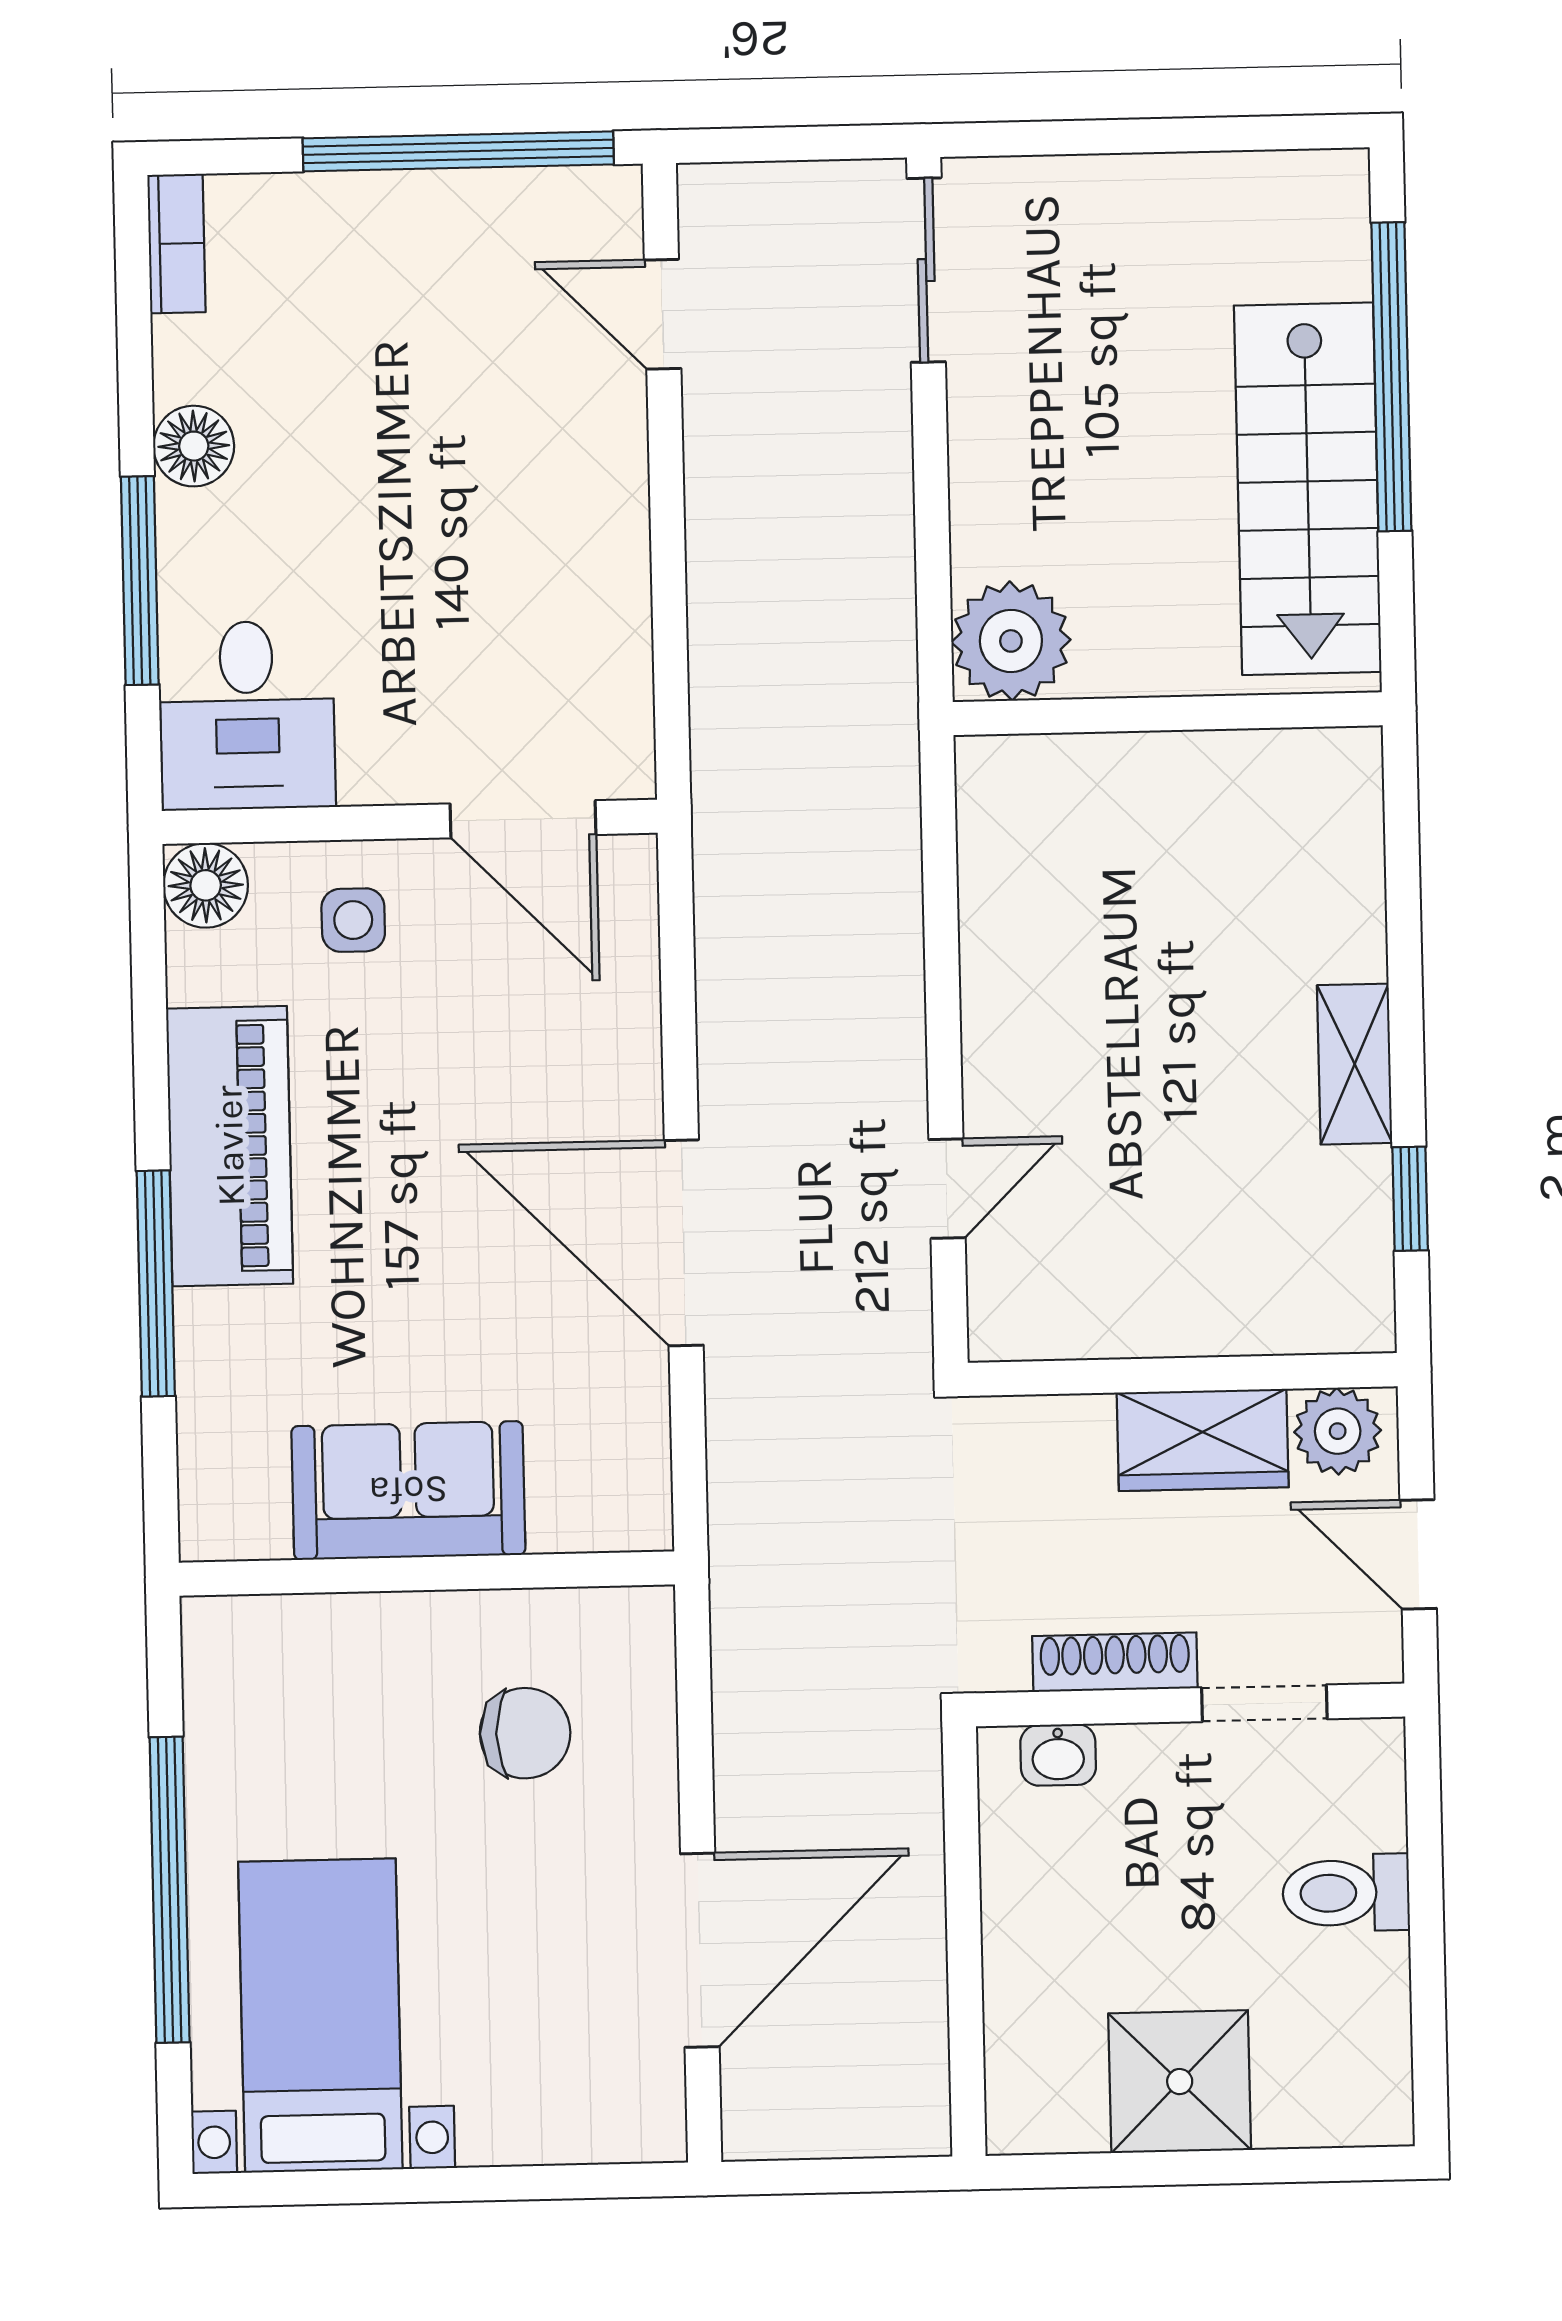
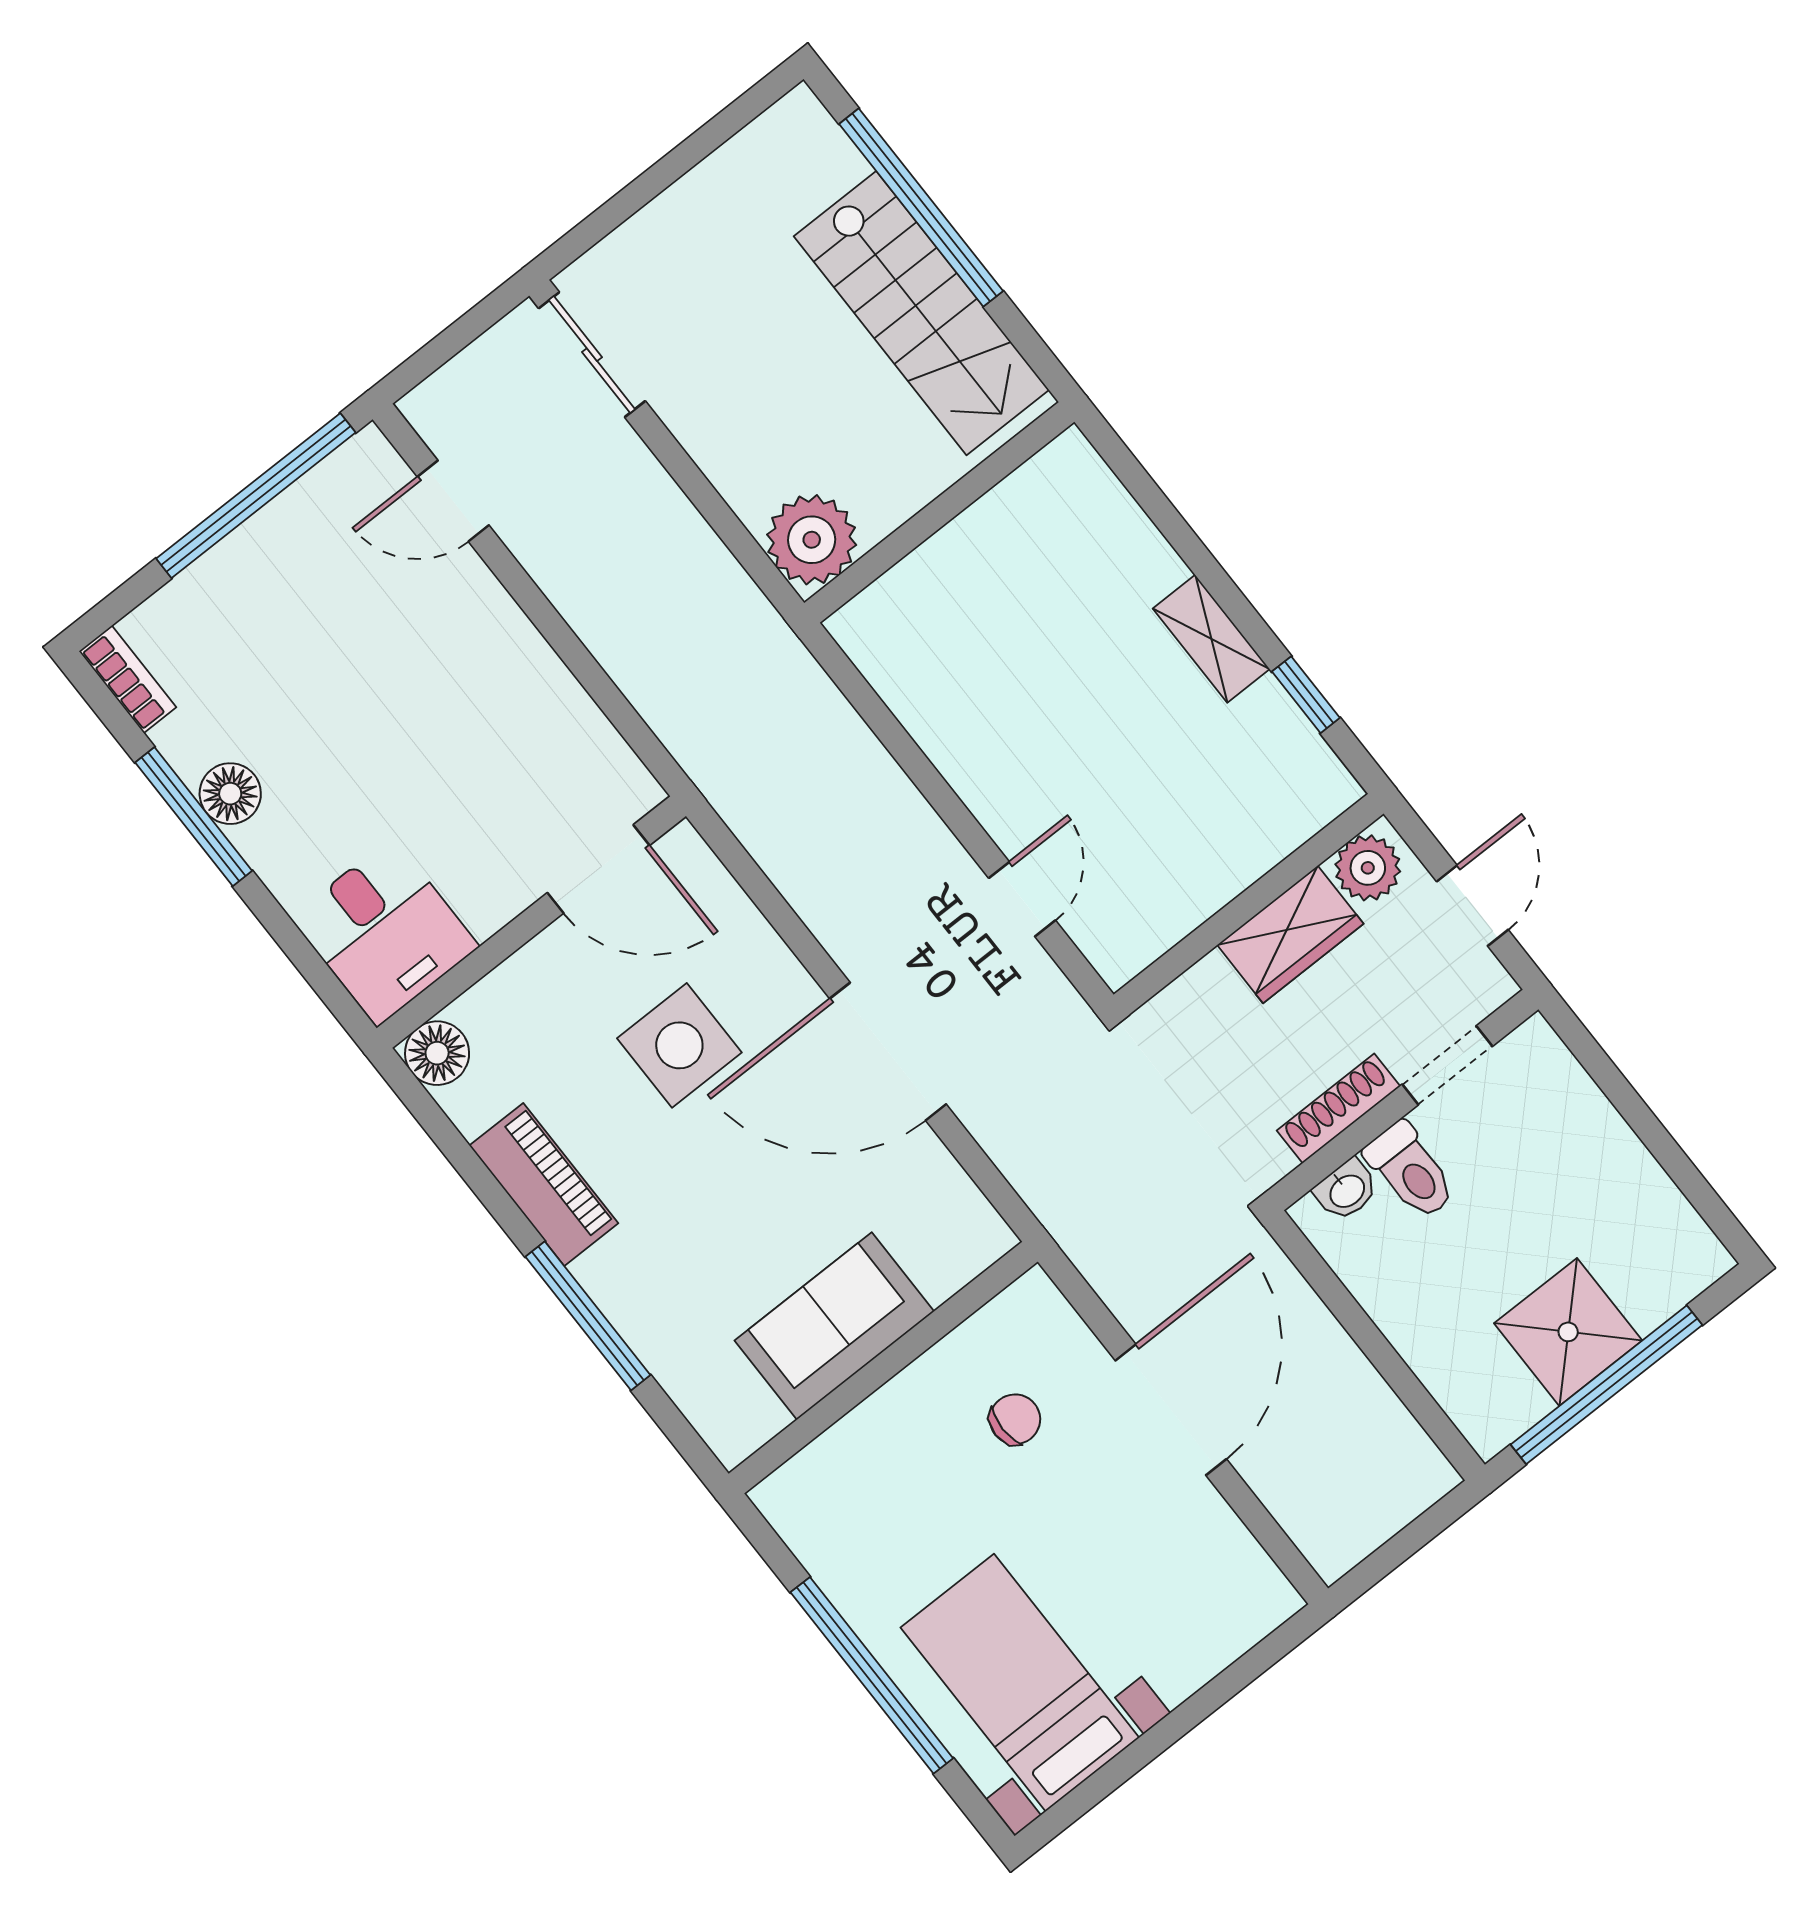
window: (140, 581) -> (194, 817), moved
side table: (353, 920) -> (679, 1045), moved, width x1.87, depth x1.87
piano: (230, 1146) -> (544, 1184), width x0.73, depth x0.75
door: (1418, 1554) -> (1472, 906), swing flipped
chair: (525, 1733) -> (1015, 1419), width x0.73, depth x0.73
toilet: (1346, 1893) -> (1411, 1171), moved, turned -90
door: (700, 1950) -> (1171, 1410), moved
window: (1178, 2168) -> (1607, 1385), added

